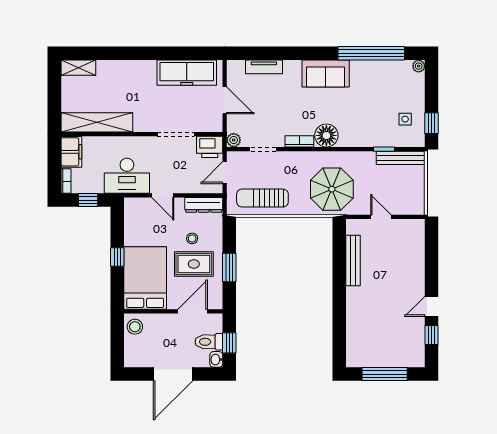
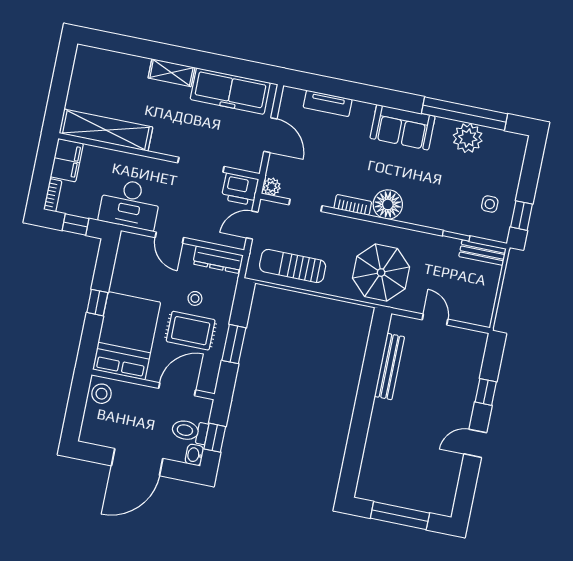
plant: (419, 66) -> (468, 138), moved, width x1.88, depth x1.88
shelving: (78, 68) -> (171, 73), moved
bench: (401, 158) -> (482, 253), width x0.73
window: (431, 335) -> (486, 392), moved

